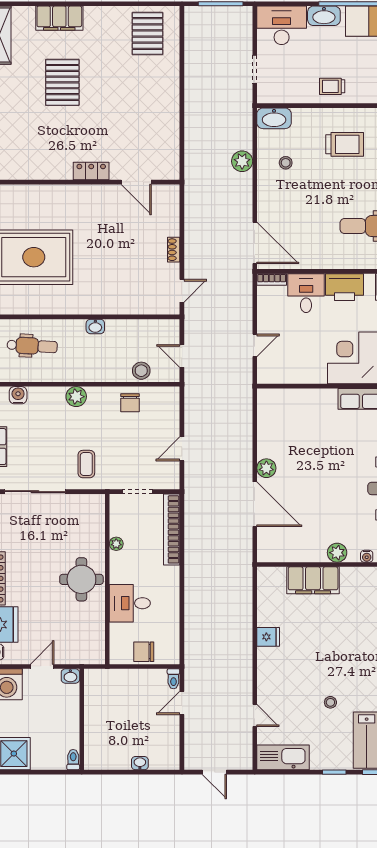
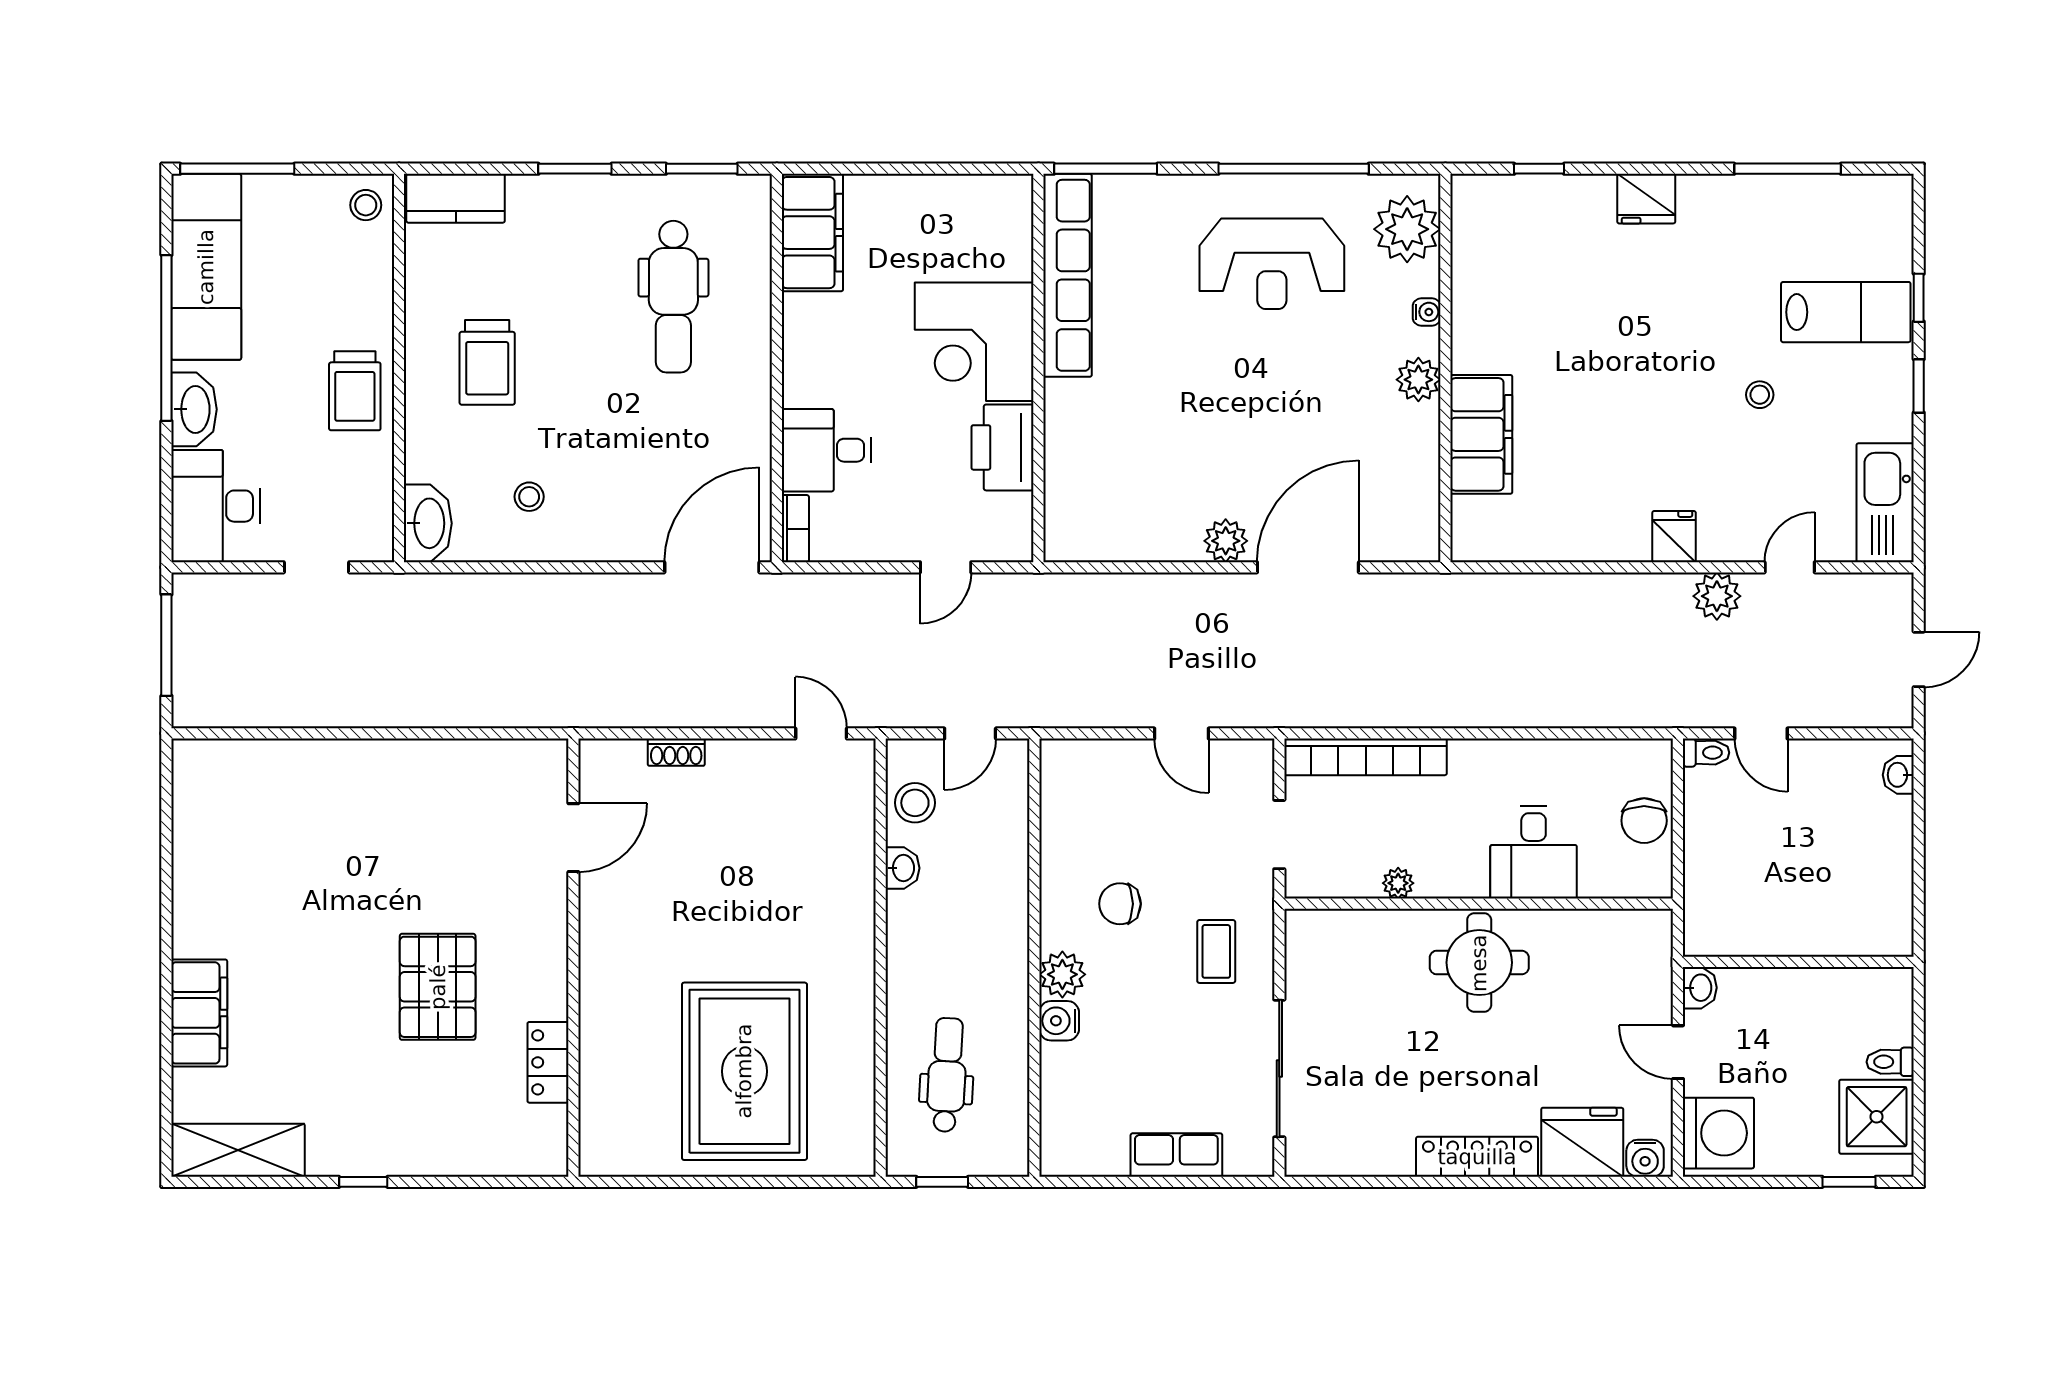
pallet: (148, 34) -> (234, 812), removed
pallet: (62, 82) -> (438, 987), moved, turned 90
trolley: (332, 86) -> (355, 391), width x1.36, depth x1.39
trolley: (345, 144) -> (487, 362), turned 180
plant: (242, 161) -> (1717, 596), moved
locker: (91, 171) -> (548, 1062), moved
shoe rack: (174, 250) -> (676, 752), moved
printer: (345, 287) -> (1003, 447), moved, turned 180
washbasin: (95, 326) -> (902, 868), moved
door: (255, 345) -> (946, 567), swing flipped
stool: (141, 371) -> (915, 803), moved
water cooler: (18, 395) -> (1059, 1021), moved
chair: (130, 403) -> (1120, 904), moved, turned 180
coffee table: (86, 464) -> (1216, 951), turned 90
fridge: (268, 637) -> (1674, 537), moved
toilet: (73, 760) -> (1890, 1062), moved
washbasin: (140, 763) -> (1898, 775), moved

